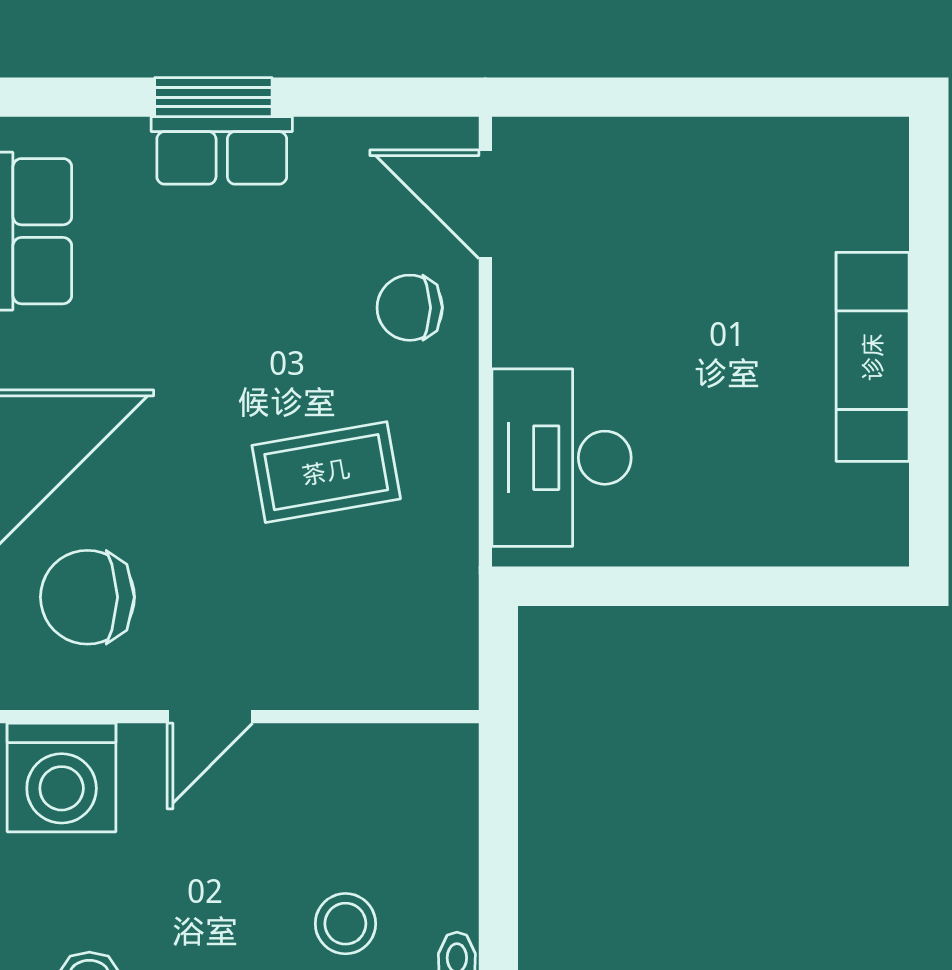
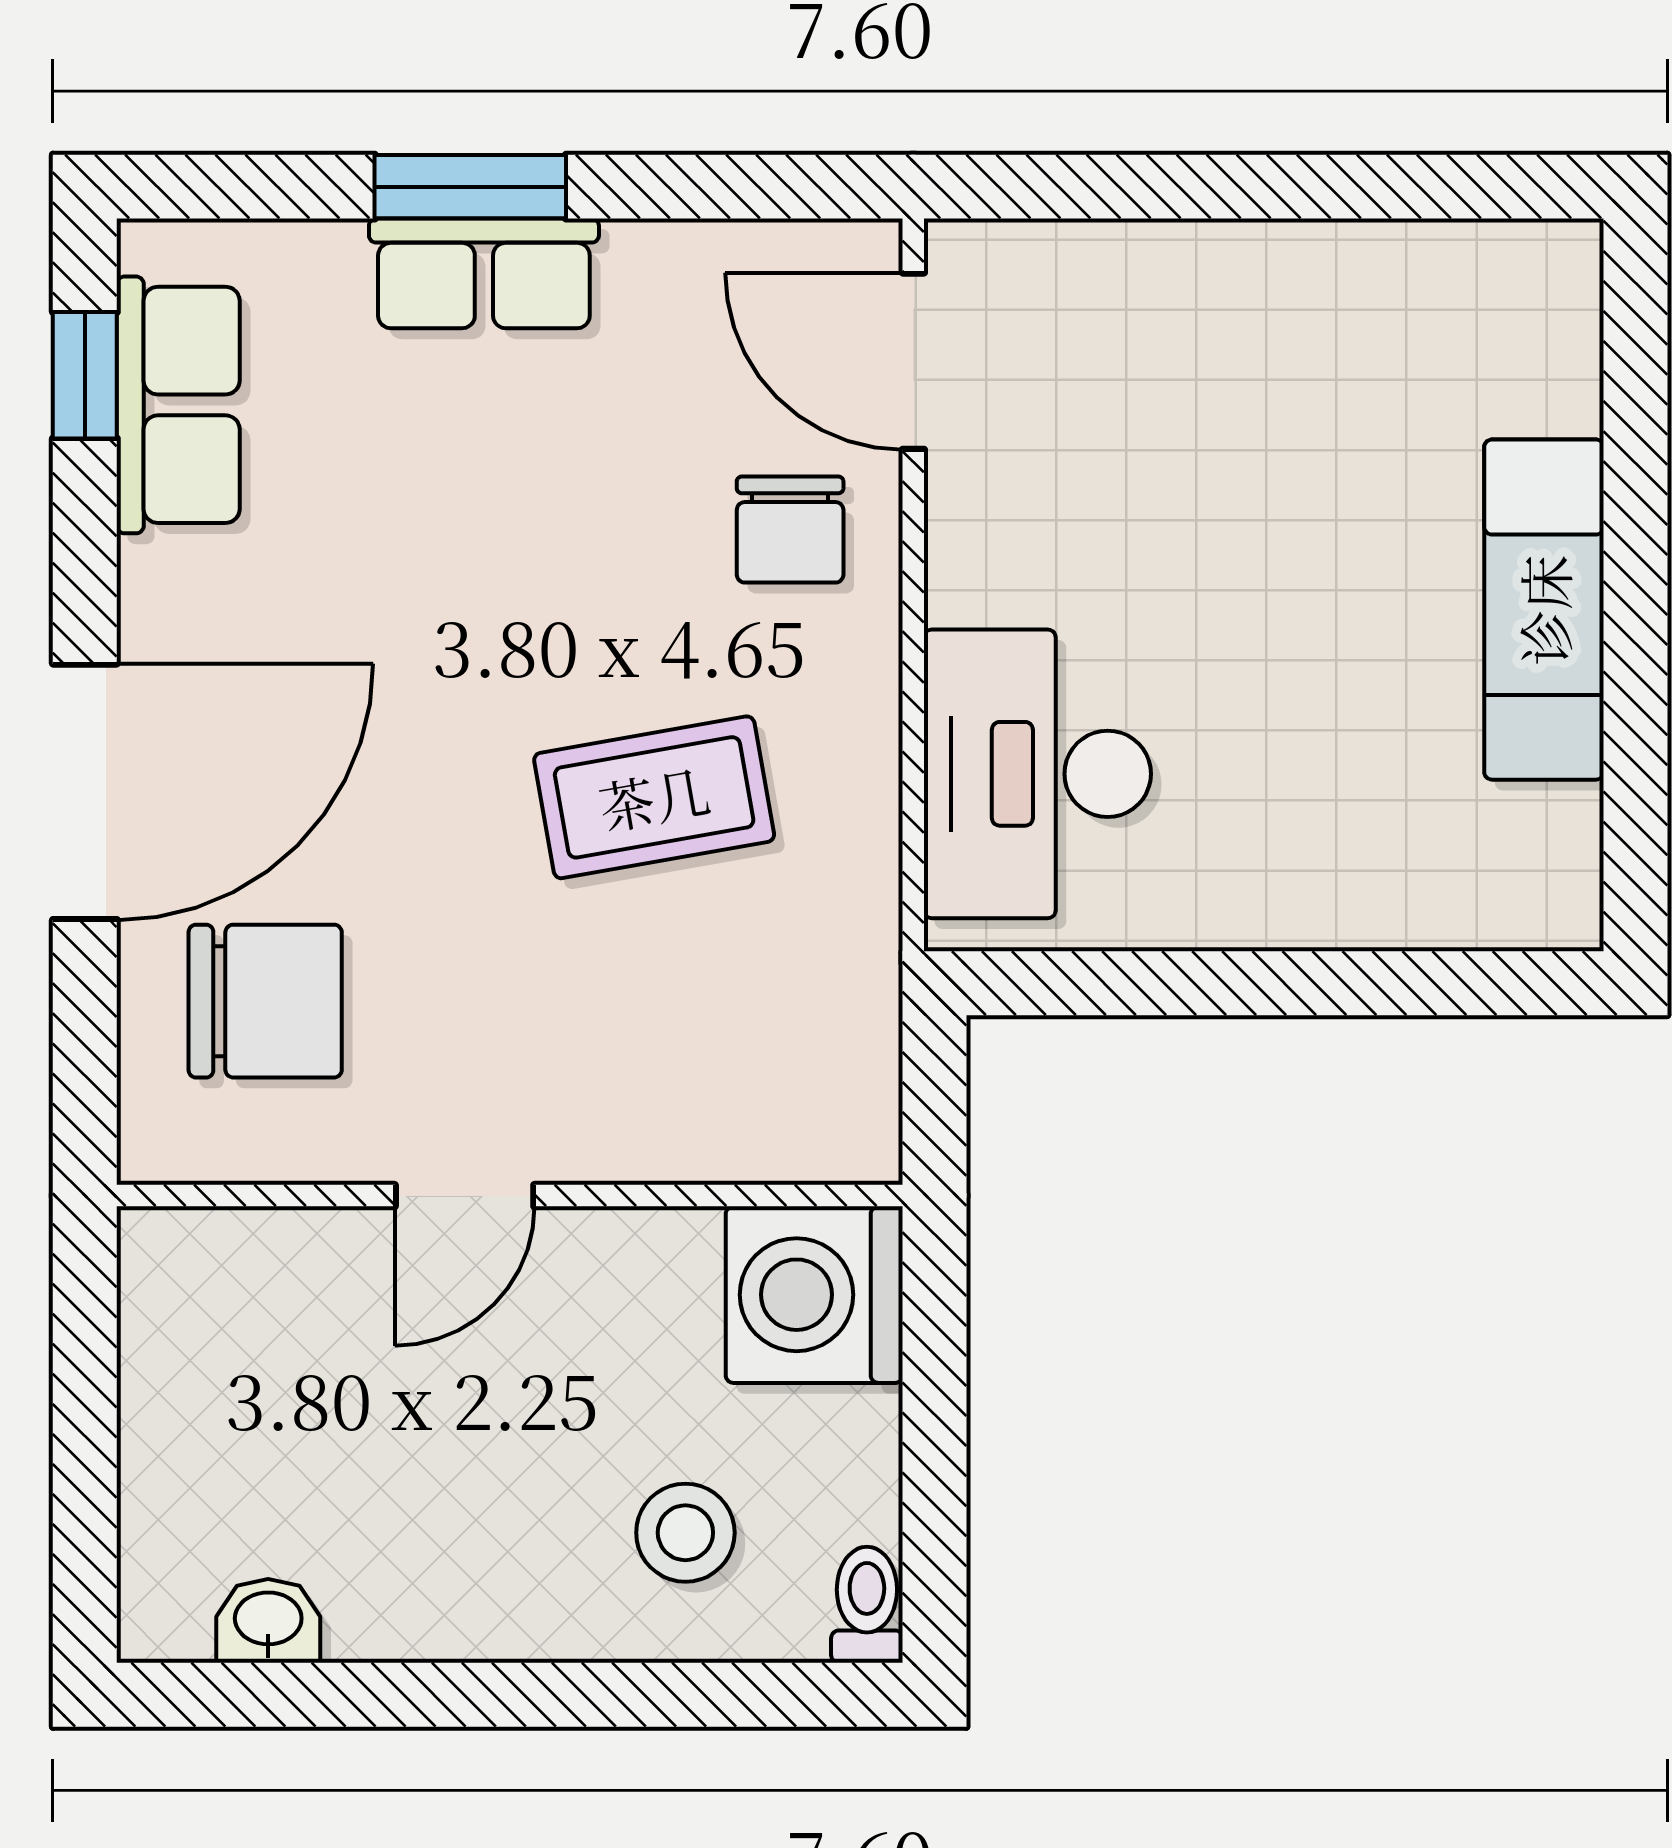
chair: (410, 308) -> (790, 530), turned -90
chair: (87, 597) -> (265, 1001), turned 180
washing machine: (62, 777) -> (814, 1295), moved, turned 90

